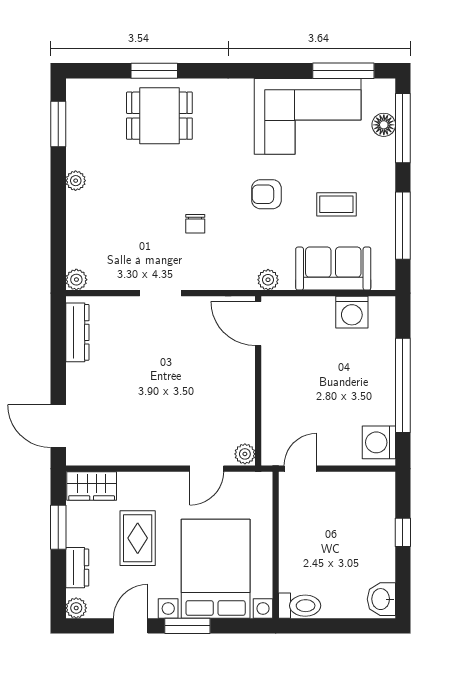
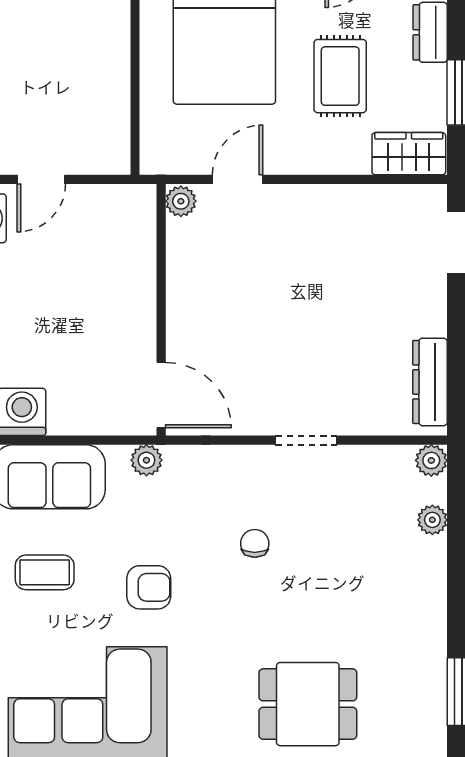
plant: (76, 181) -> (432, 520), moved
door: (300, 469) -> (41, 179), moved

